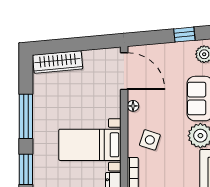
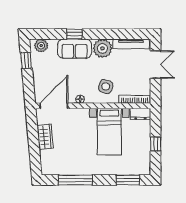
wardrobe: (58, 62) -> (45, 137), moved, width x0.67
window: (26, 116) -> (75, 180), moved

